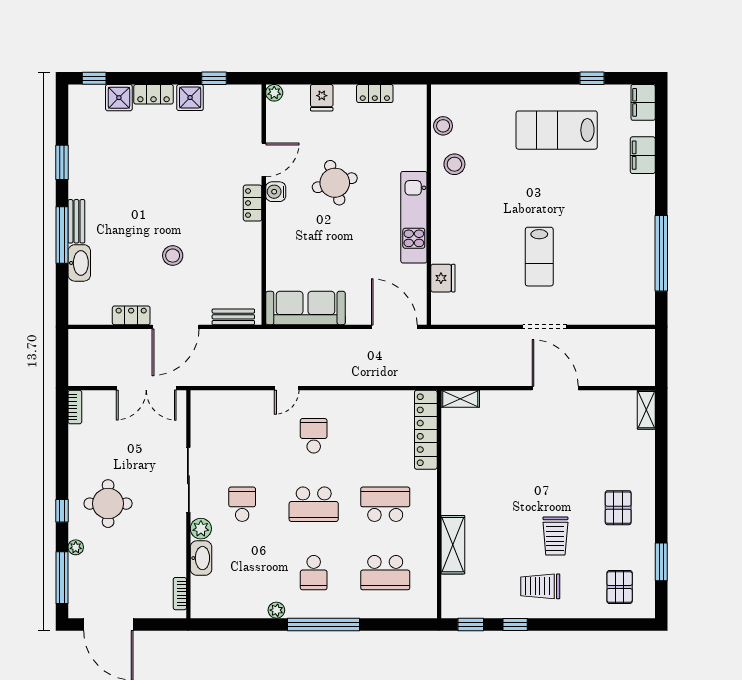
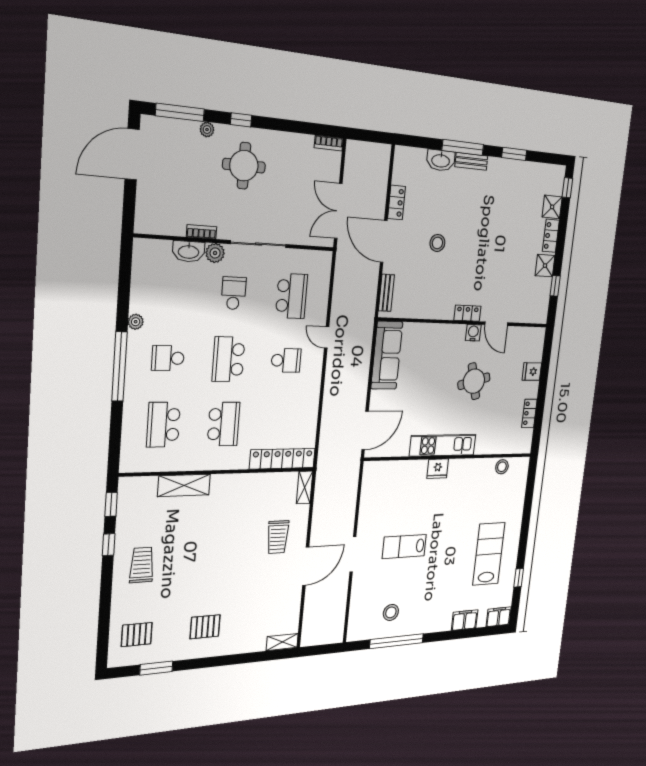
plant: (274, 93) -> (540, 334), removed
stool: (454, 164) -> (391, 612), moved
fridge: (443, 278) -> (438, 469), moved
school desk: (242, 436) -> (292, 296), added
school desk: (242, 504) -> (234, 293), turned -90
trolley: (555, 536) -> (278, 537), moved, turned -90
bookcase: (180, 594) -> (201, 232), moved

